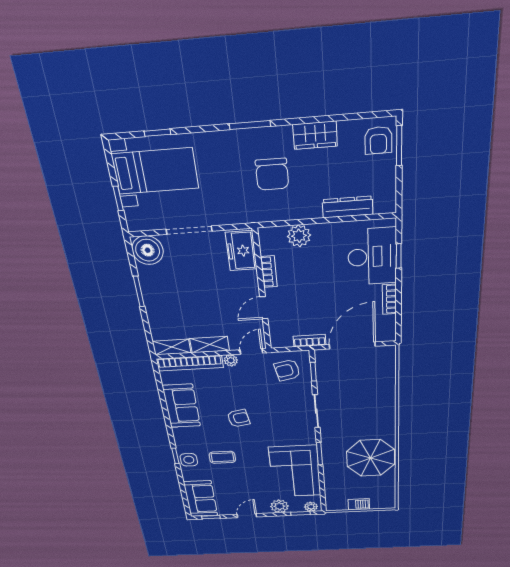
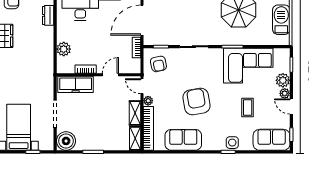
chair: (272, 174) -> (26, 61), removed
dresser: (348, 207) -> (48, 15), width x0.70
freezer: (241, 251) -> (76, 84), width x1.40
door: (264, 308) -> (110, 75), swing flipped
door: (352, 345) -> (142, 20), hinge flipped
armchair: (238, 418) -> (197, 101), width x1.88, depth x1.88
coffee table: (222, 457) -> (248, 108), moved
barbecue: (359, 504) -> (281, 20), width x1.88, depth x1.53
plant: (311, 507) -> (285, 93), moved

